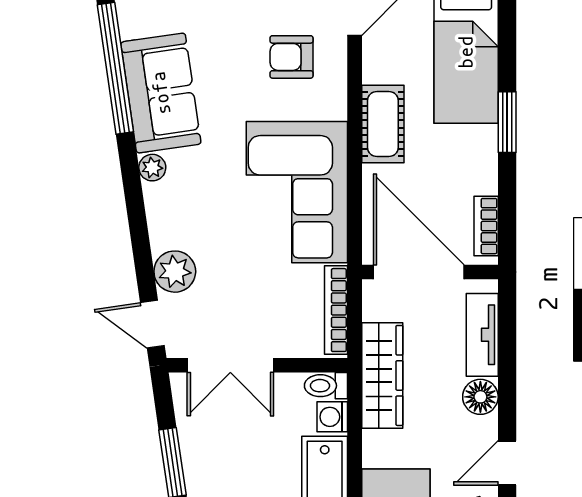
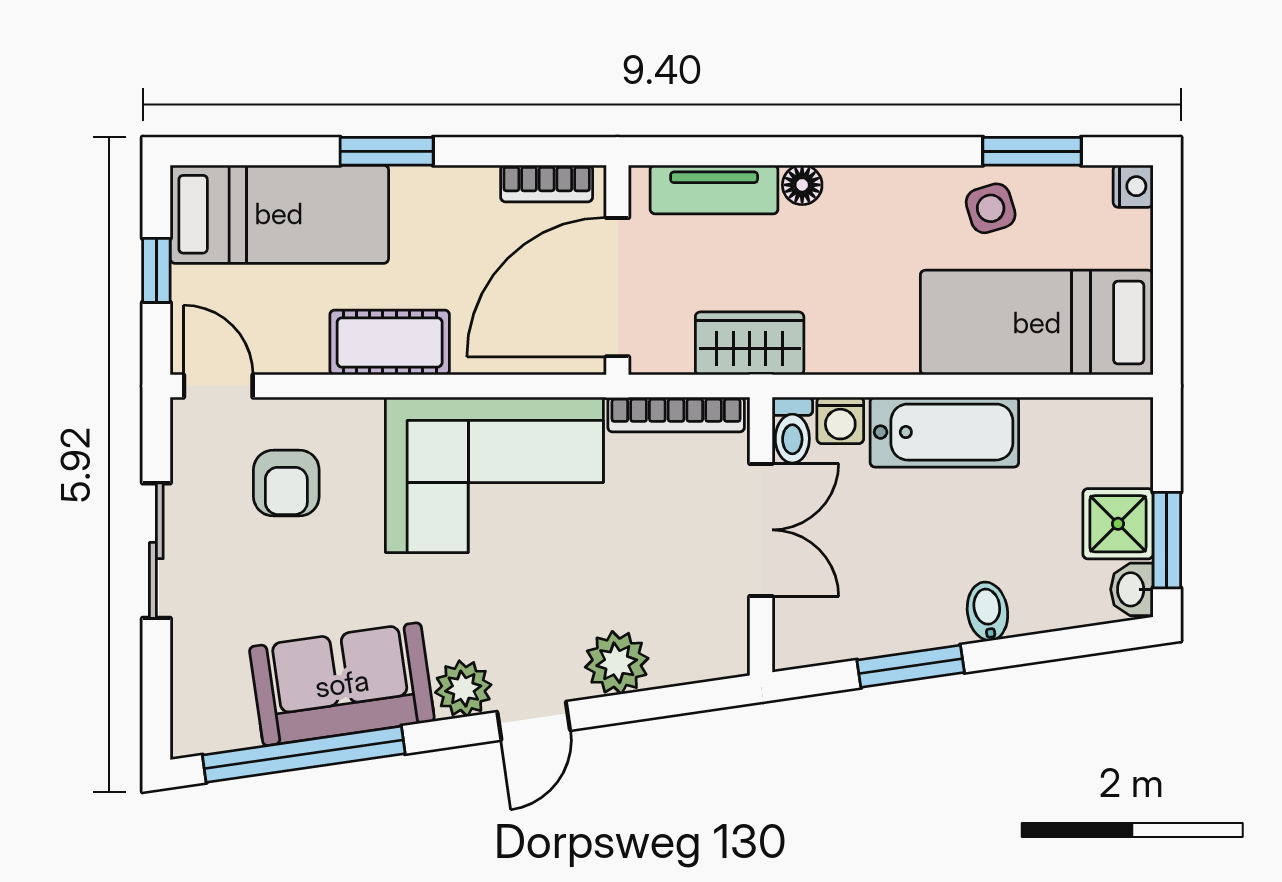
plant: (152, 168) -> (463, 689), width x1.38, depth x1.38
door: (152, 324) -> (534, 721), moved
double door: (230, 365) -> (761, 530), moved
wardrobe: (382, 375) -> (750, 343), width x0.67
floor lamp: (480, 397) -> (802, 185), width x0.73, depth x0.73
door: (507, 463) -> (911, 151), removed

